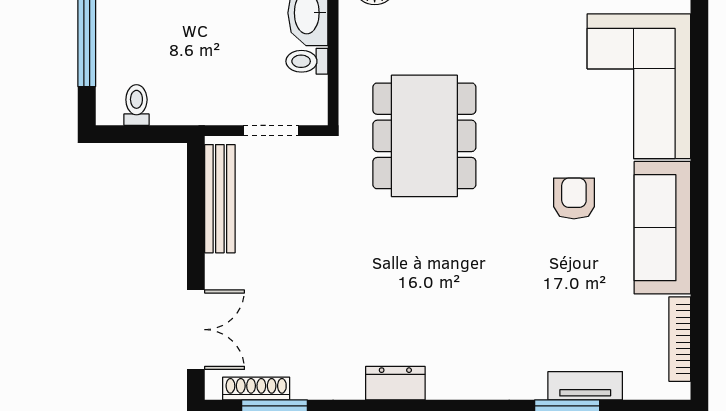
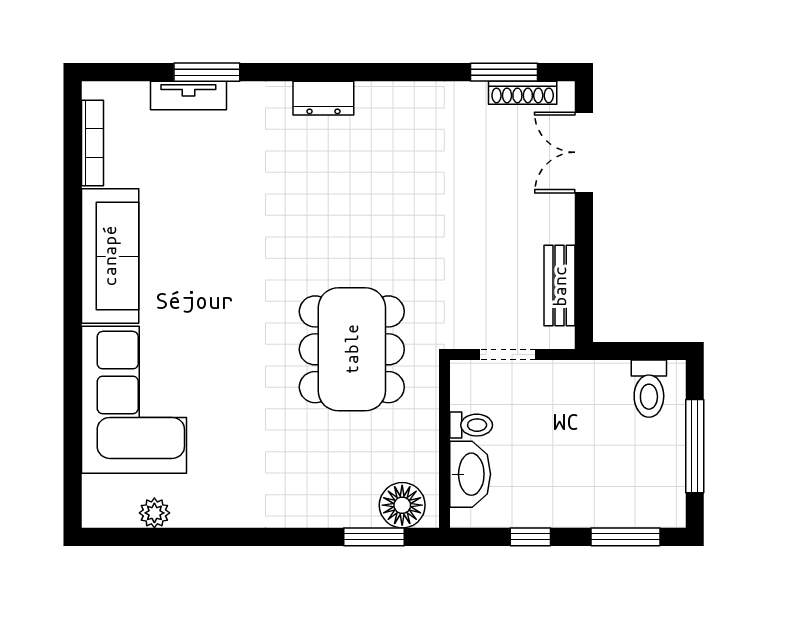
toilet: (136, 105) -> (649, 389), width x1.37, depth x1.39
armchair: (574, 198) -> (200, 286), removed
bench: (220, 199) -> (560, 286), width x0.73
dresser: (395, 383) -> (323, 98), moved

